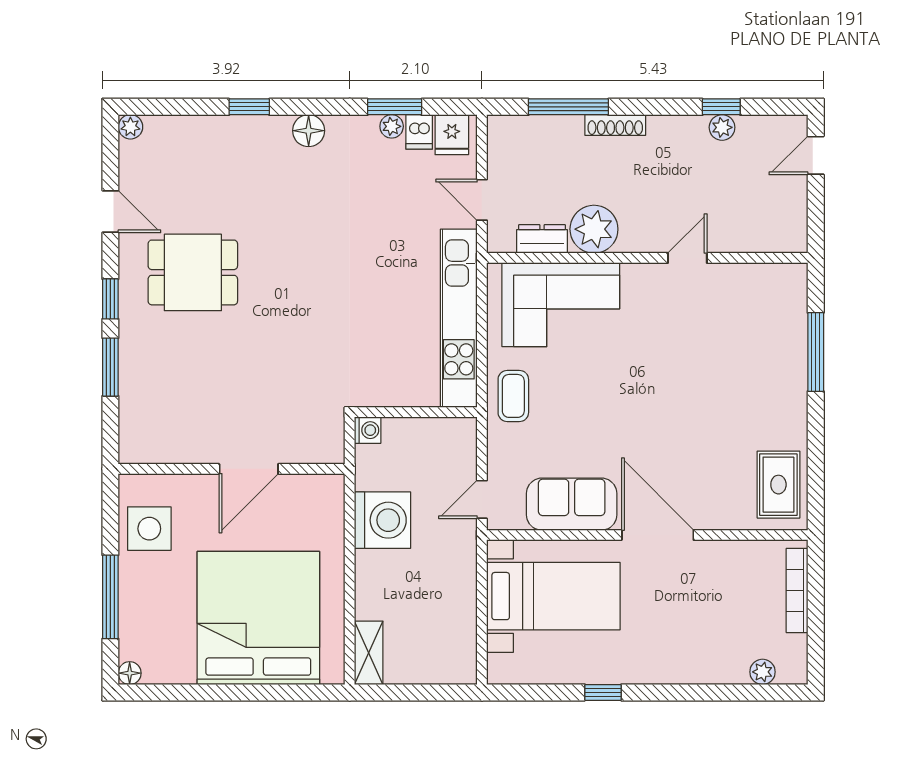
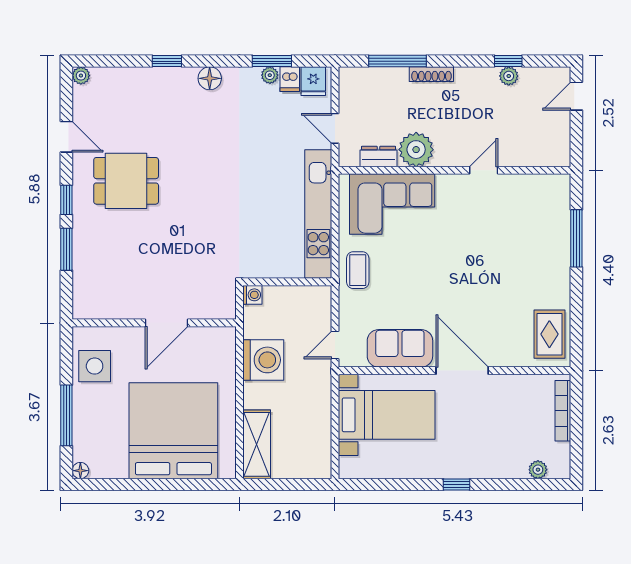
shelving: (369, 653) -> (257, 444), width x1.50, depth x1.33
window: (603, 692) -> (457, 484), moved

